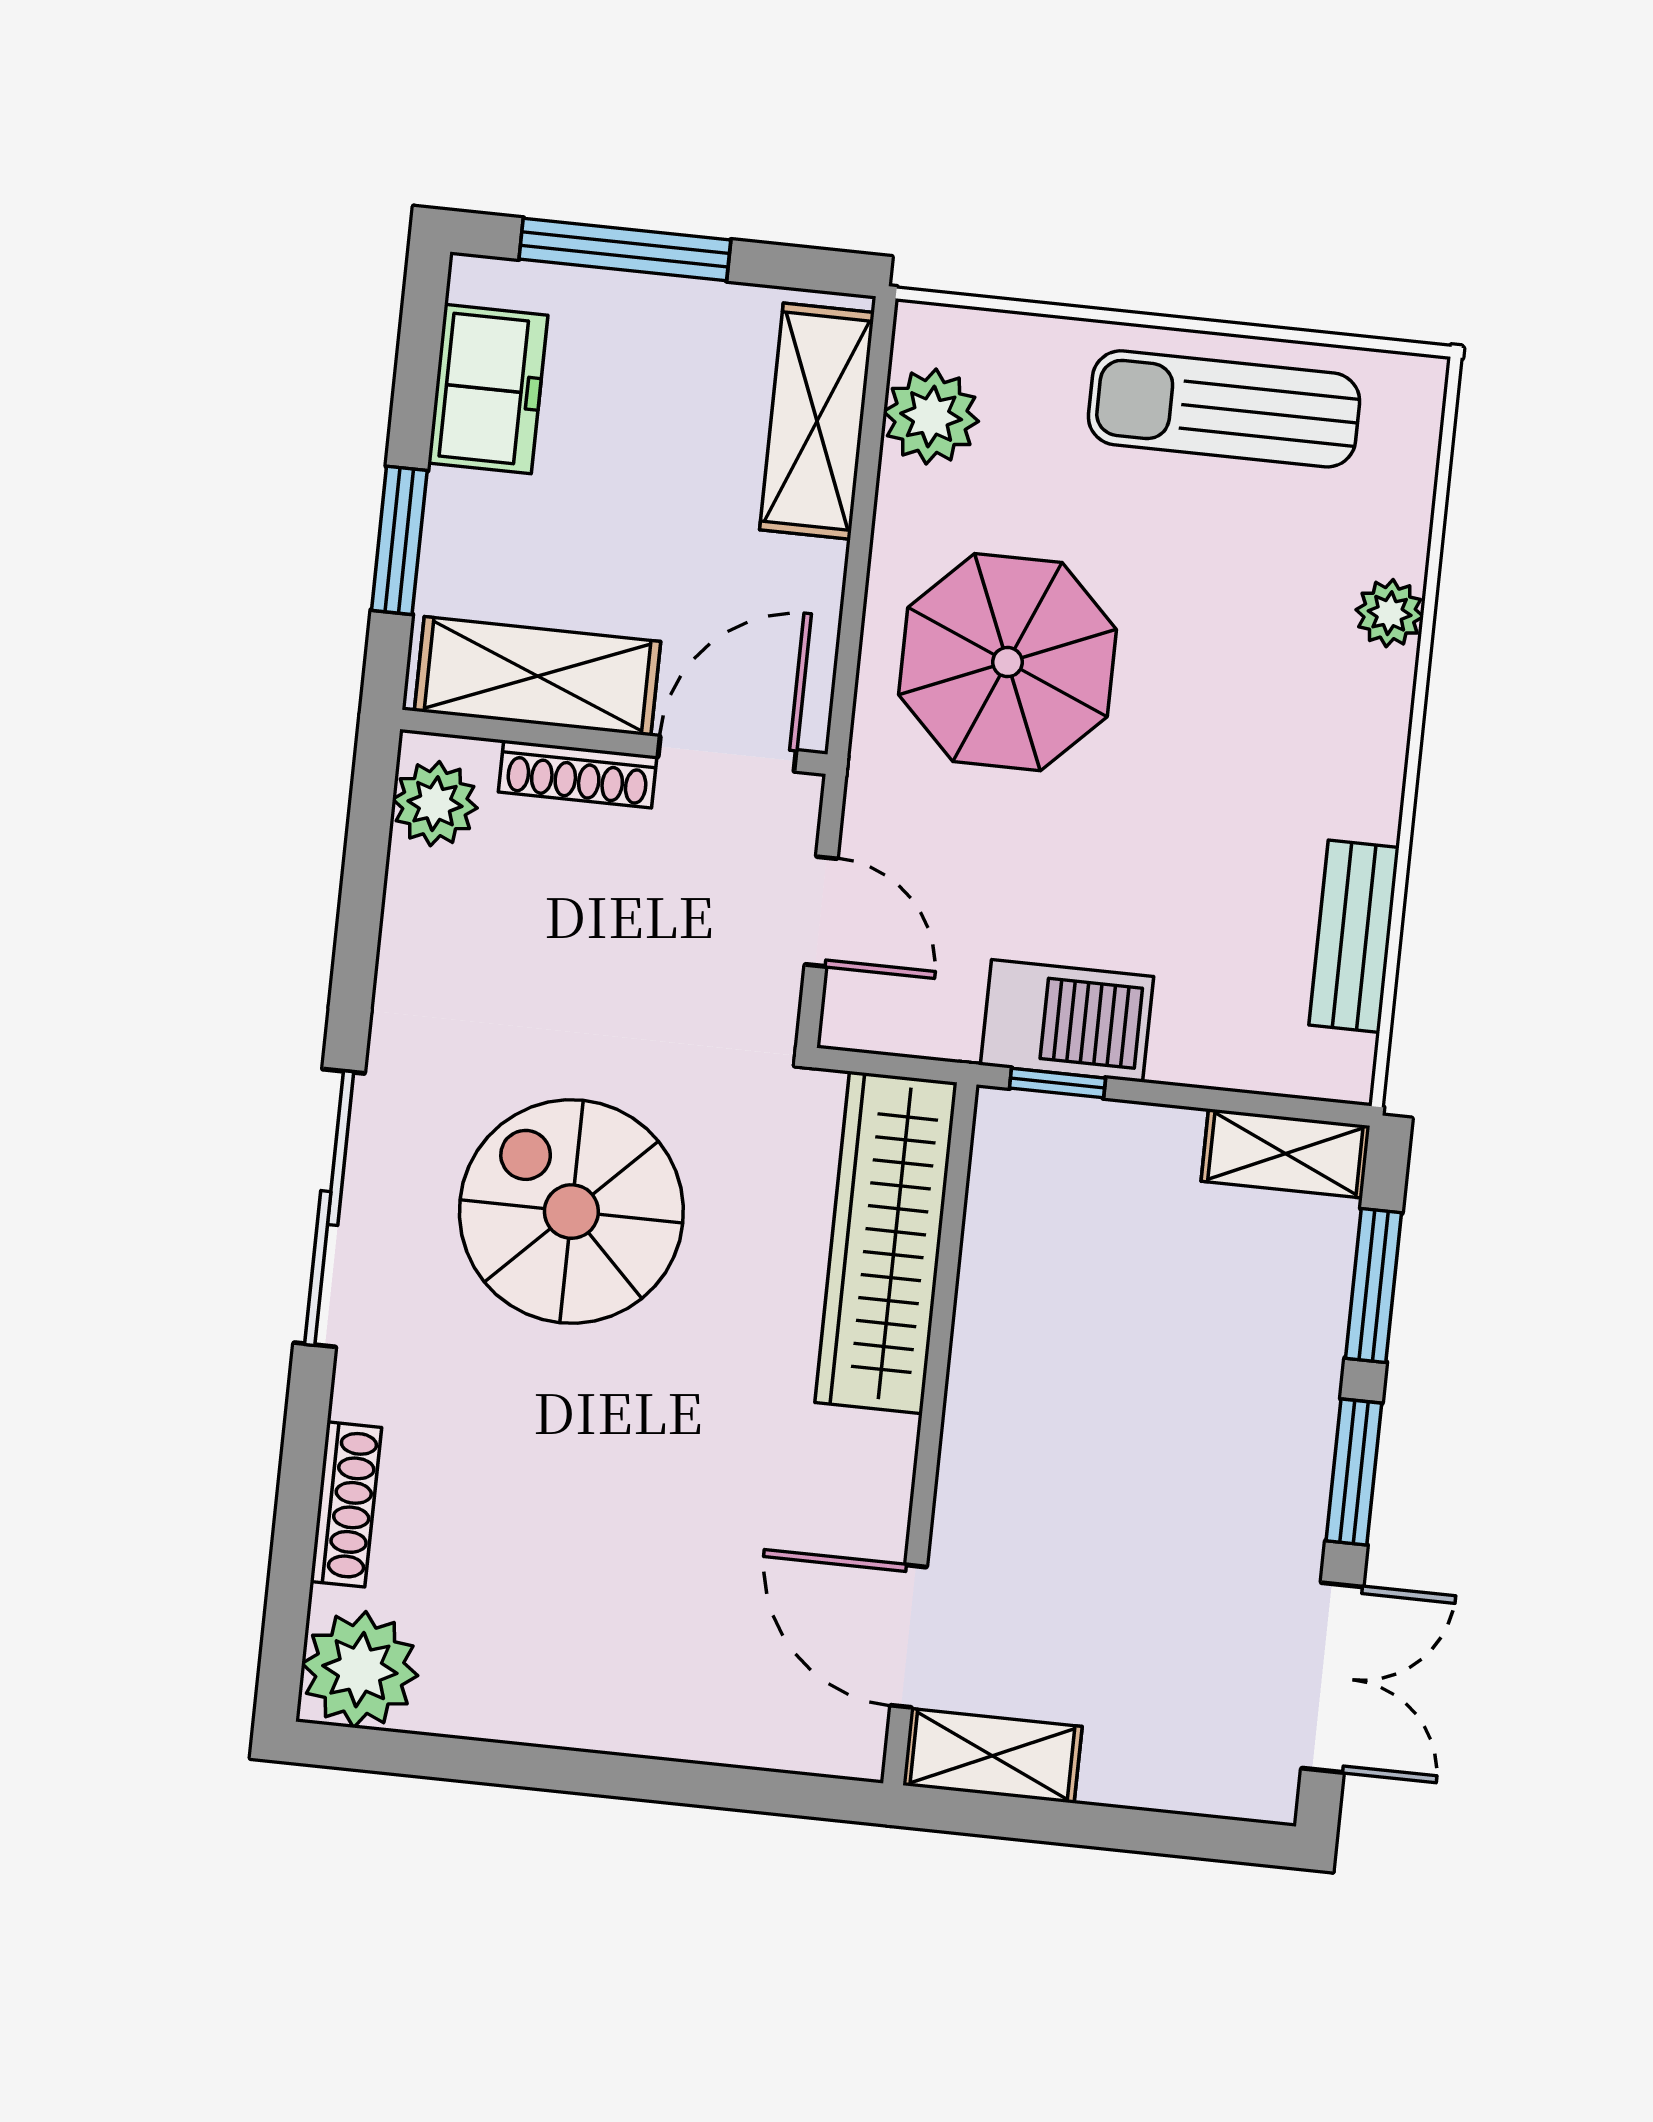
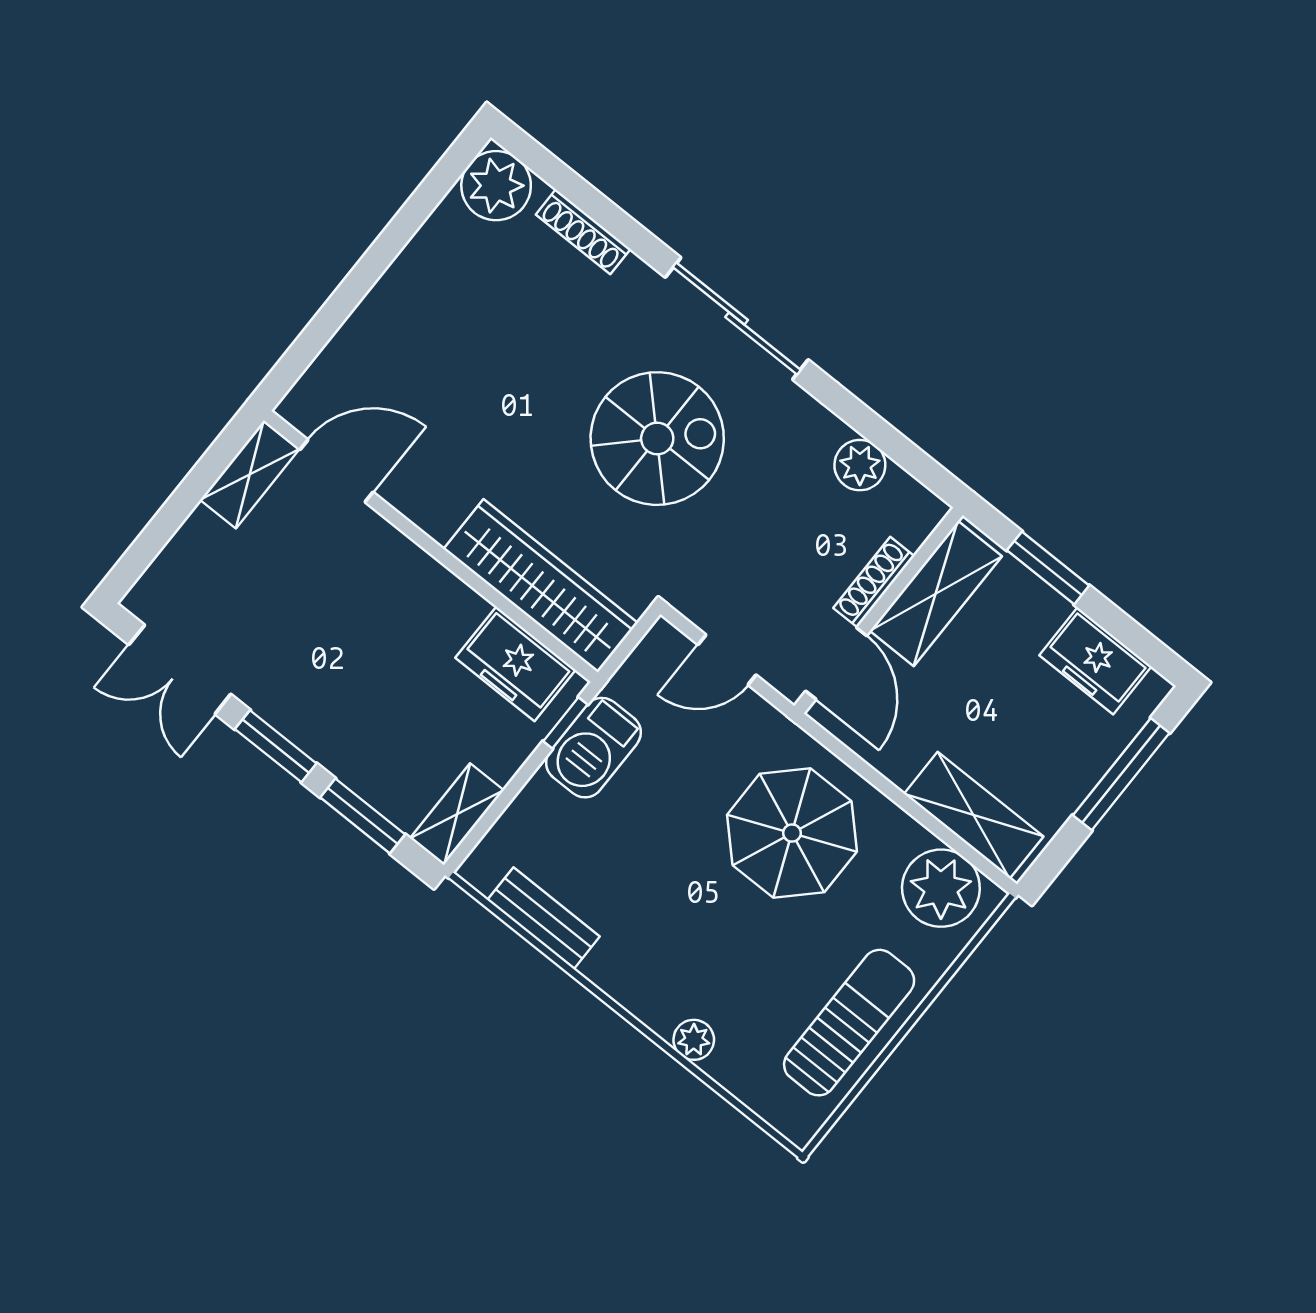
plant: (931, 416) -> (941, 888), width x1.36, depth x1.36
plant: (435, 804) -> (860, 465), moved
freezer: (1019, 1207) -> (515, 664), added

